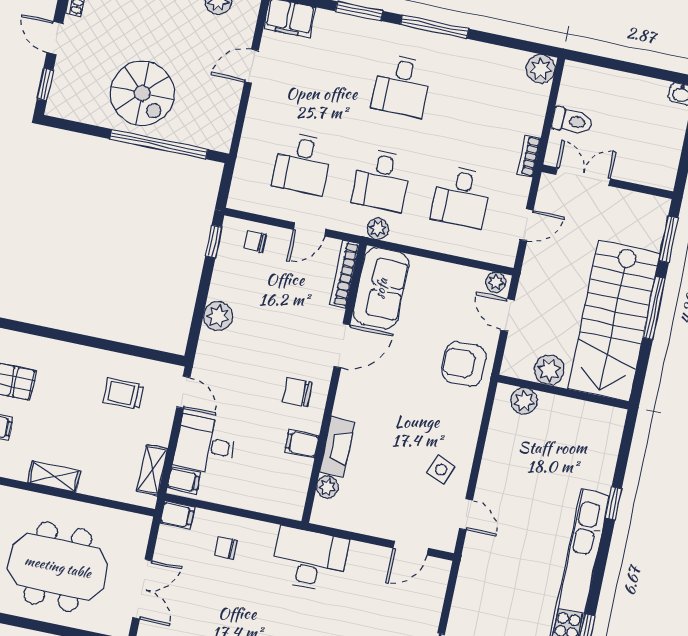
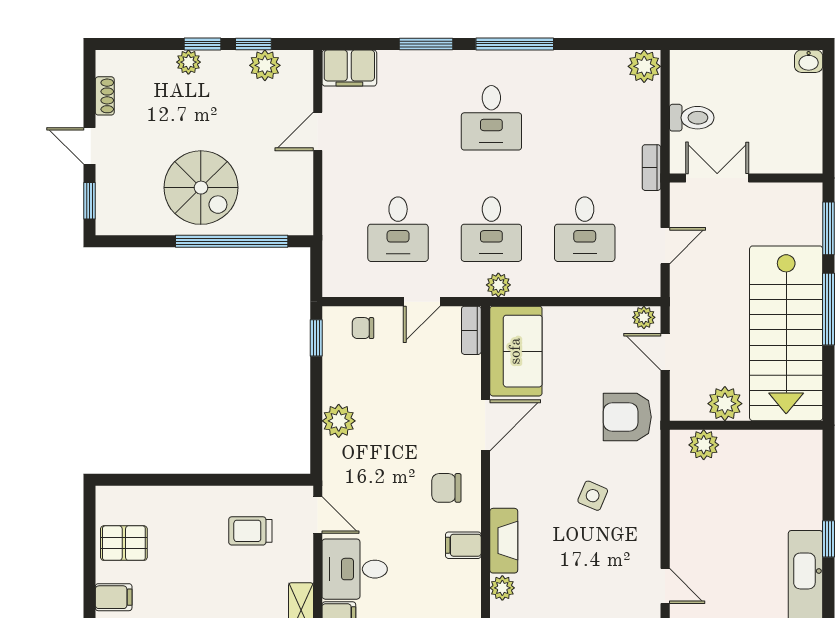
bookcase: (344, 274) -> (471, 330), width x0.64
side table: (441, 470) -> (593, 496), moved

